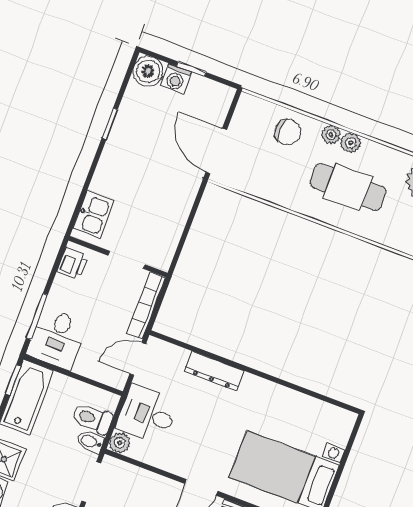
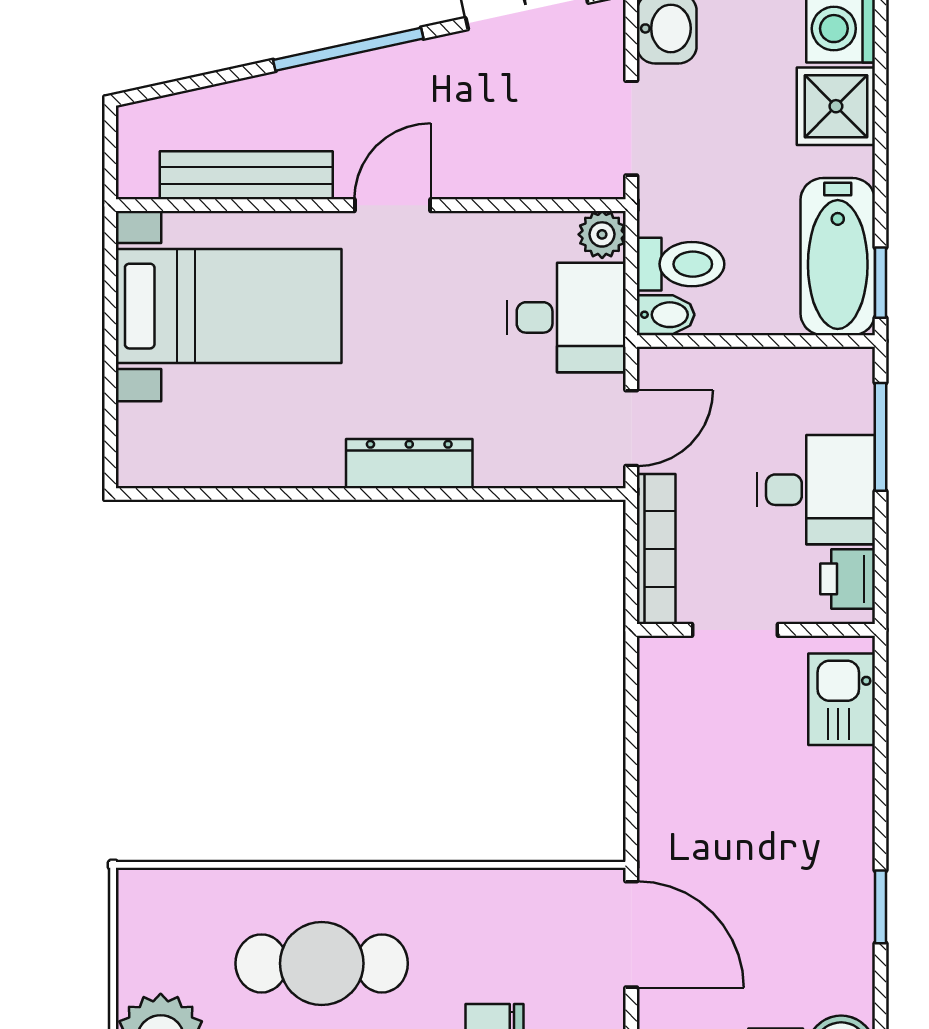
desk: (57, 339) -> (816, 490), moved, turned 90
dresser: (214, 371) -> (409, 464), moved
bidet: (90, 442) -> (666, 315), moved

